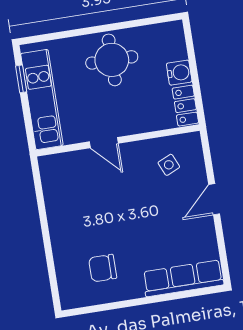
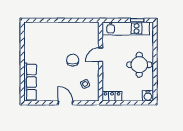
water cooler: (179, 73) -> (148, 96), moved
chair: (103, 268) -> (73, 60), moved

